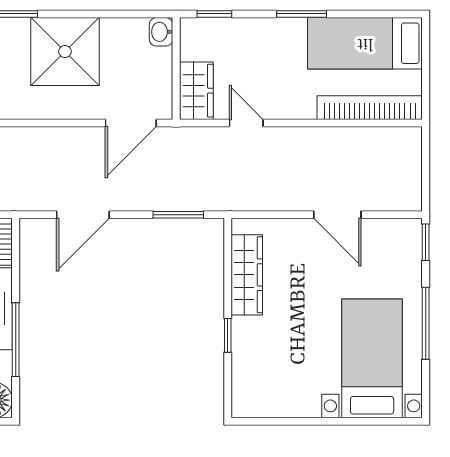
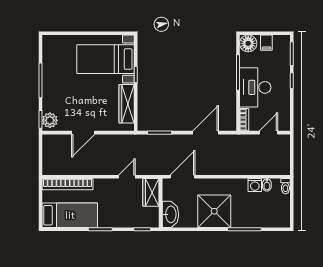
washbasin: (161, 32) -> (170, 214), width x1.91, depth x1.45
door: (246, 123) -> (127, 177), swing flipped
door: (337, 215) -> (83, 133), swing flipped
plant: (406, 240) -> (50, 120), added
bed with nightstands: (372, 358) -> (106, 59), moved, turned 90

